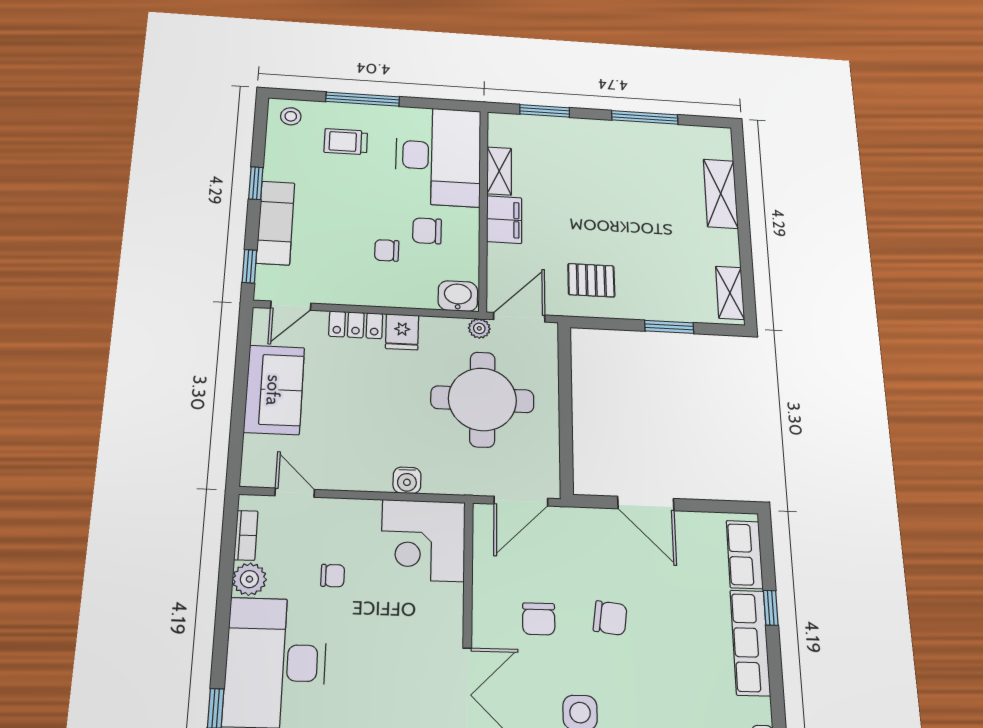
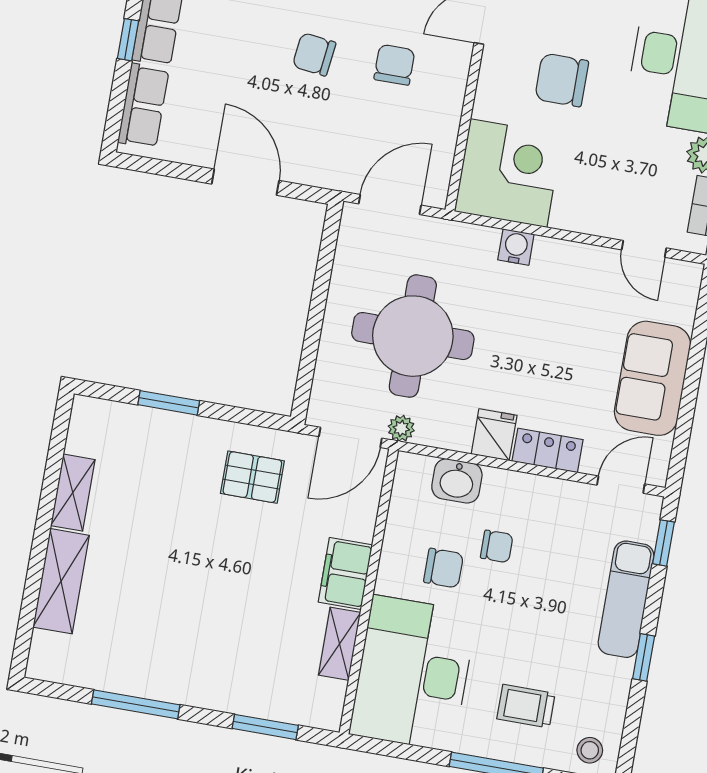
trolley: (346, 142) -> (526, 706), turned 180
shelving: (730, 293) -> (73, 493), moved
washbasin: (458, 296) -> (457, 481), moved
chair: (333, 576) -> (562, 80), moved, width x1.87, depth x1.87

